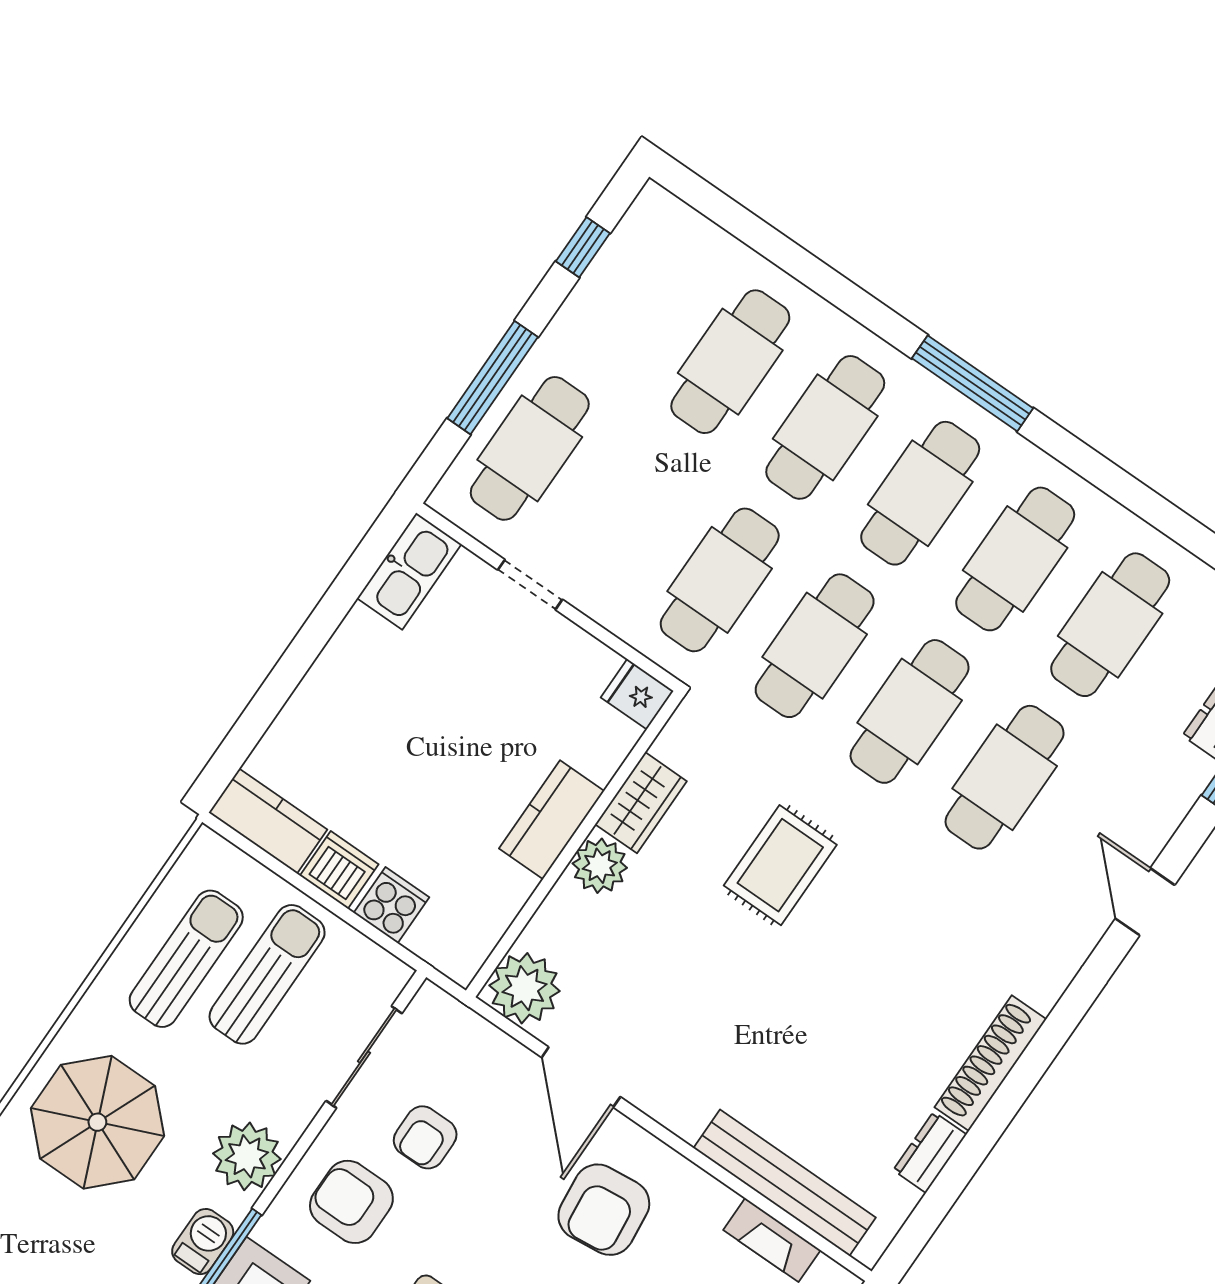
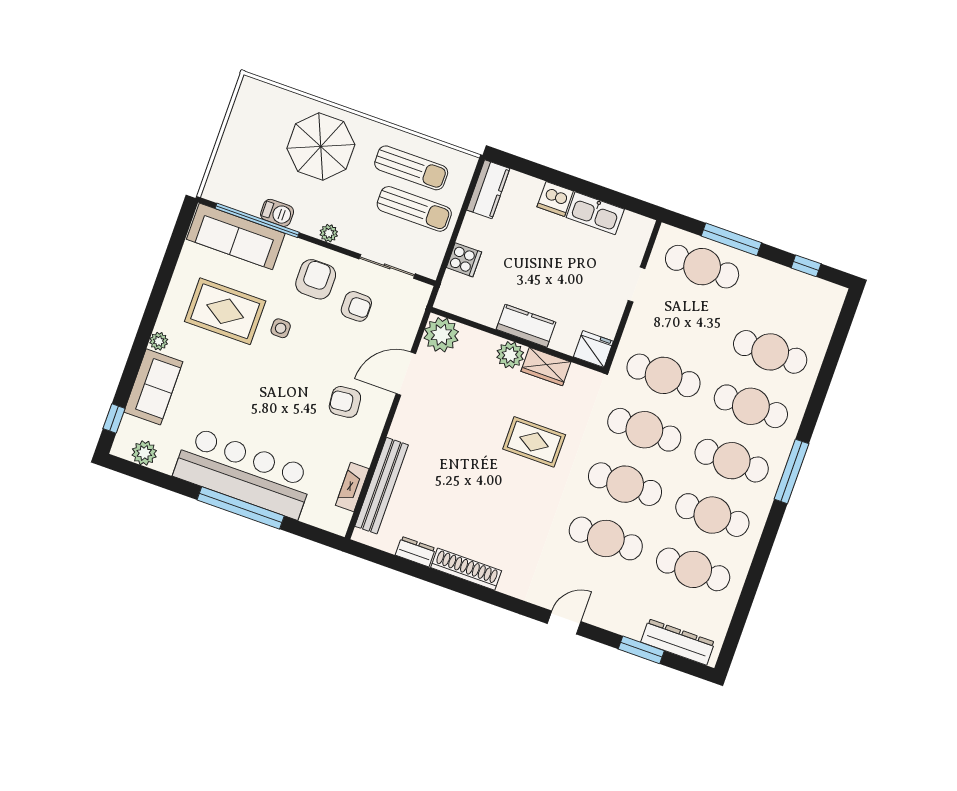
kitchen sink: (409, 571) -> (595, 213), moved
fridge: (637, 694) -> (593, 349), width x1.38
dishwasher: (339, 870) -> (555, 199), moved, turned 90
armchair: (425, 1137) -> (356, 306), turned 180
plant: (247, 1156) -> (329, 233), width x0.53, depth x0.53
armchair: (604, 1210) -> (345, 402), width x0.72, depth x0.72

